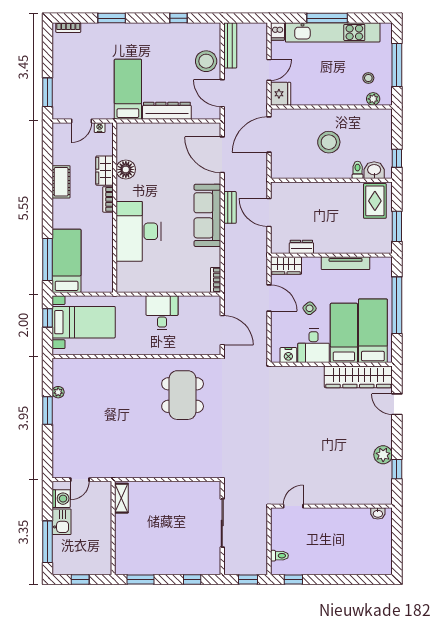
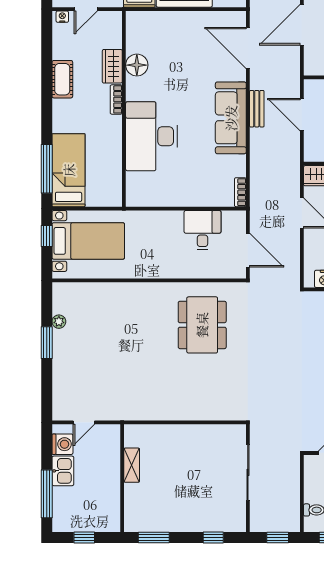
nightstand: (100, 128) -> (62, 17), moved
desk: (162, 313) -> (203, 230), moved
shelving: (121, 498) -> (132, 465), moved

